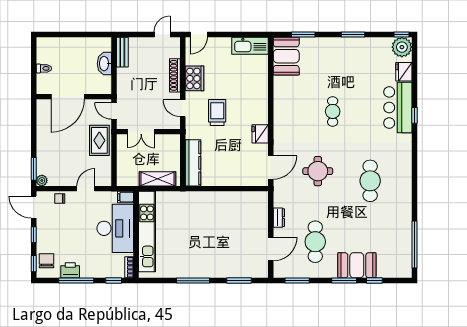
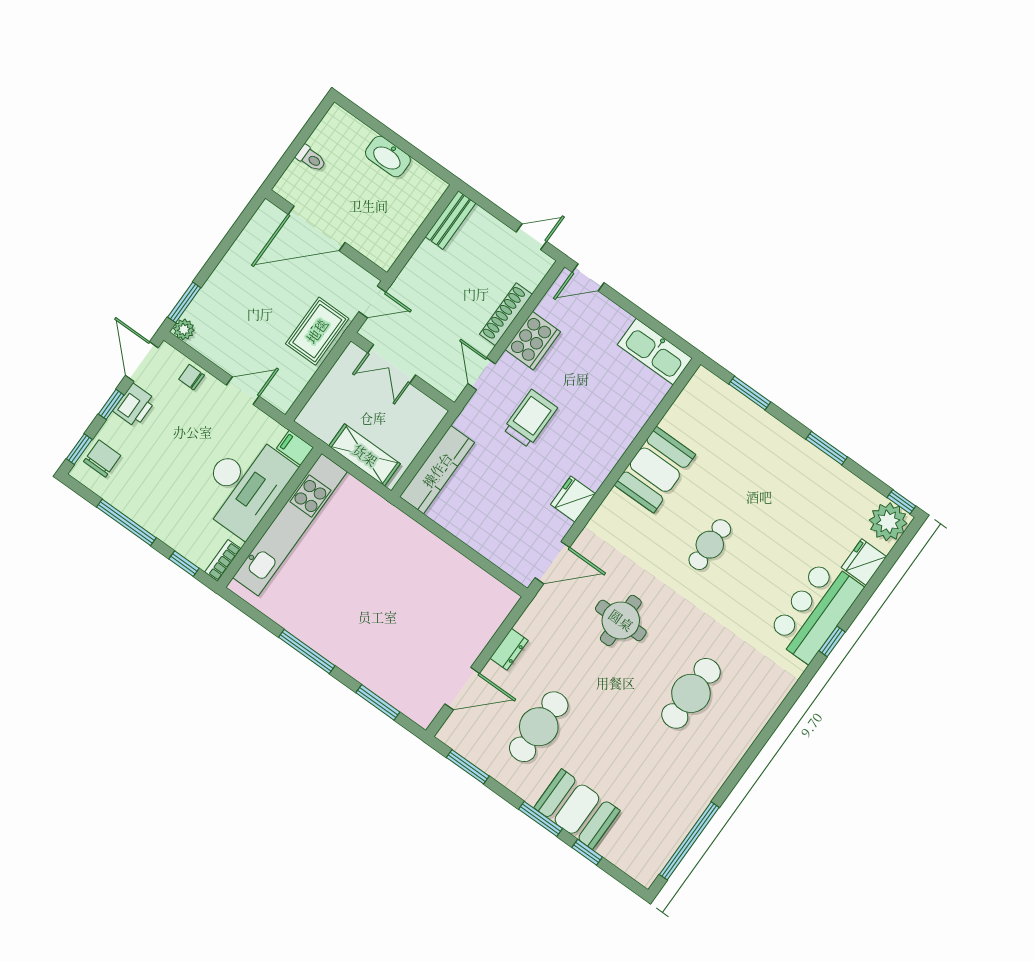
booth: (286, 56) -> (655, 470), moved
washbasin: (104, 64) -> (388, 156), moved, turned -90
door: (114, 111) -> (372, 302), swing flipped
printer: (70, 270) -> (134, 405), moved, turned 90

